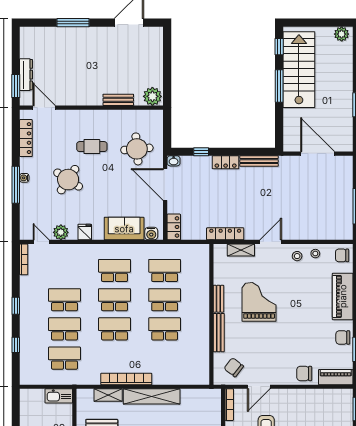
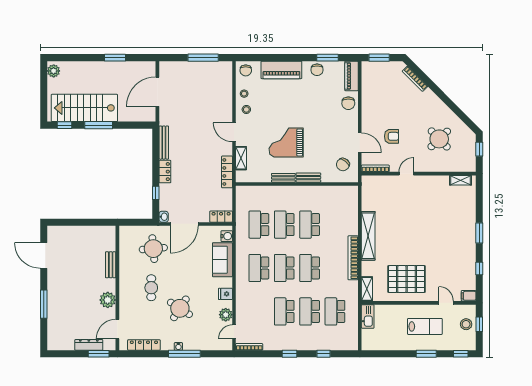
plant: (152, 96) -> (108, 300), moved
bench: (219, 333) -> (308, 178), width x0.73
shelving: (108, 395) -> (367, 289), moved

